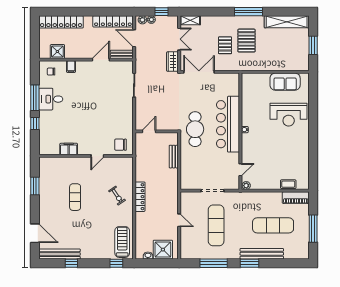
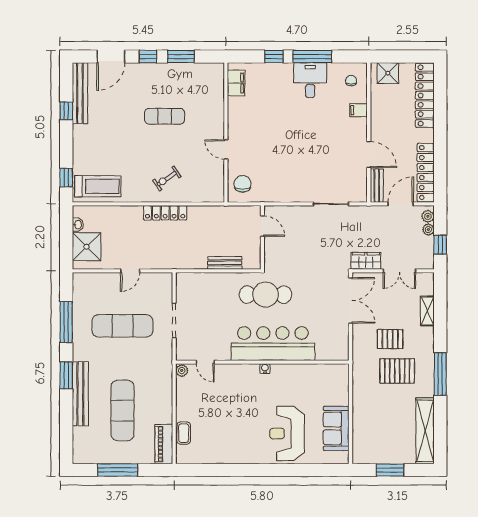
shelving: (190, 20) -> (427, 311), moved
shower: (57, 52) -> (388, 73), moved
filing cabinet: (69, 149) -> (236, 83), moved
window: (35, 208) -> (148, 56), added

